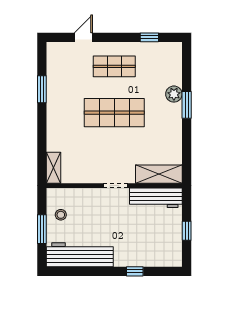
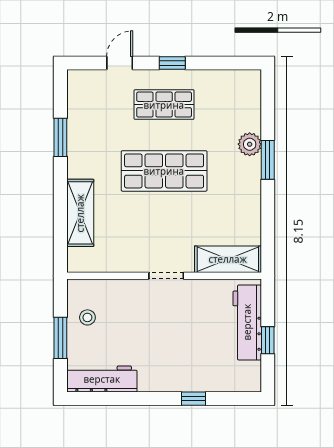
window: (149, 37) -> (172, 63), moved
shelving: (53, 168) -> (80, 213), moved, width x1.50, depth x1.33
workbench: (156, 198) -> (247, 322), moved, turned 90
workbench: (80, 255) -> (102, 379), width x0.73, depth x0.76

